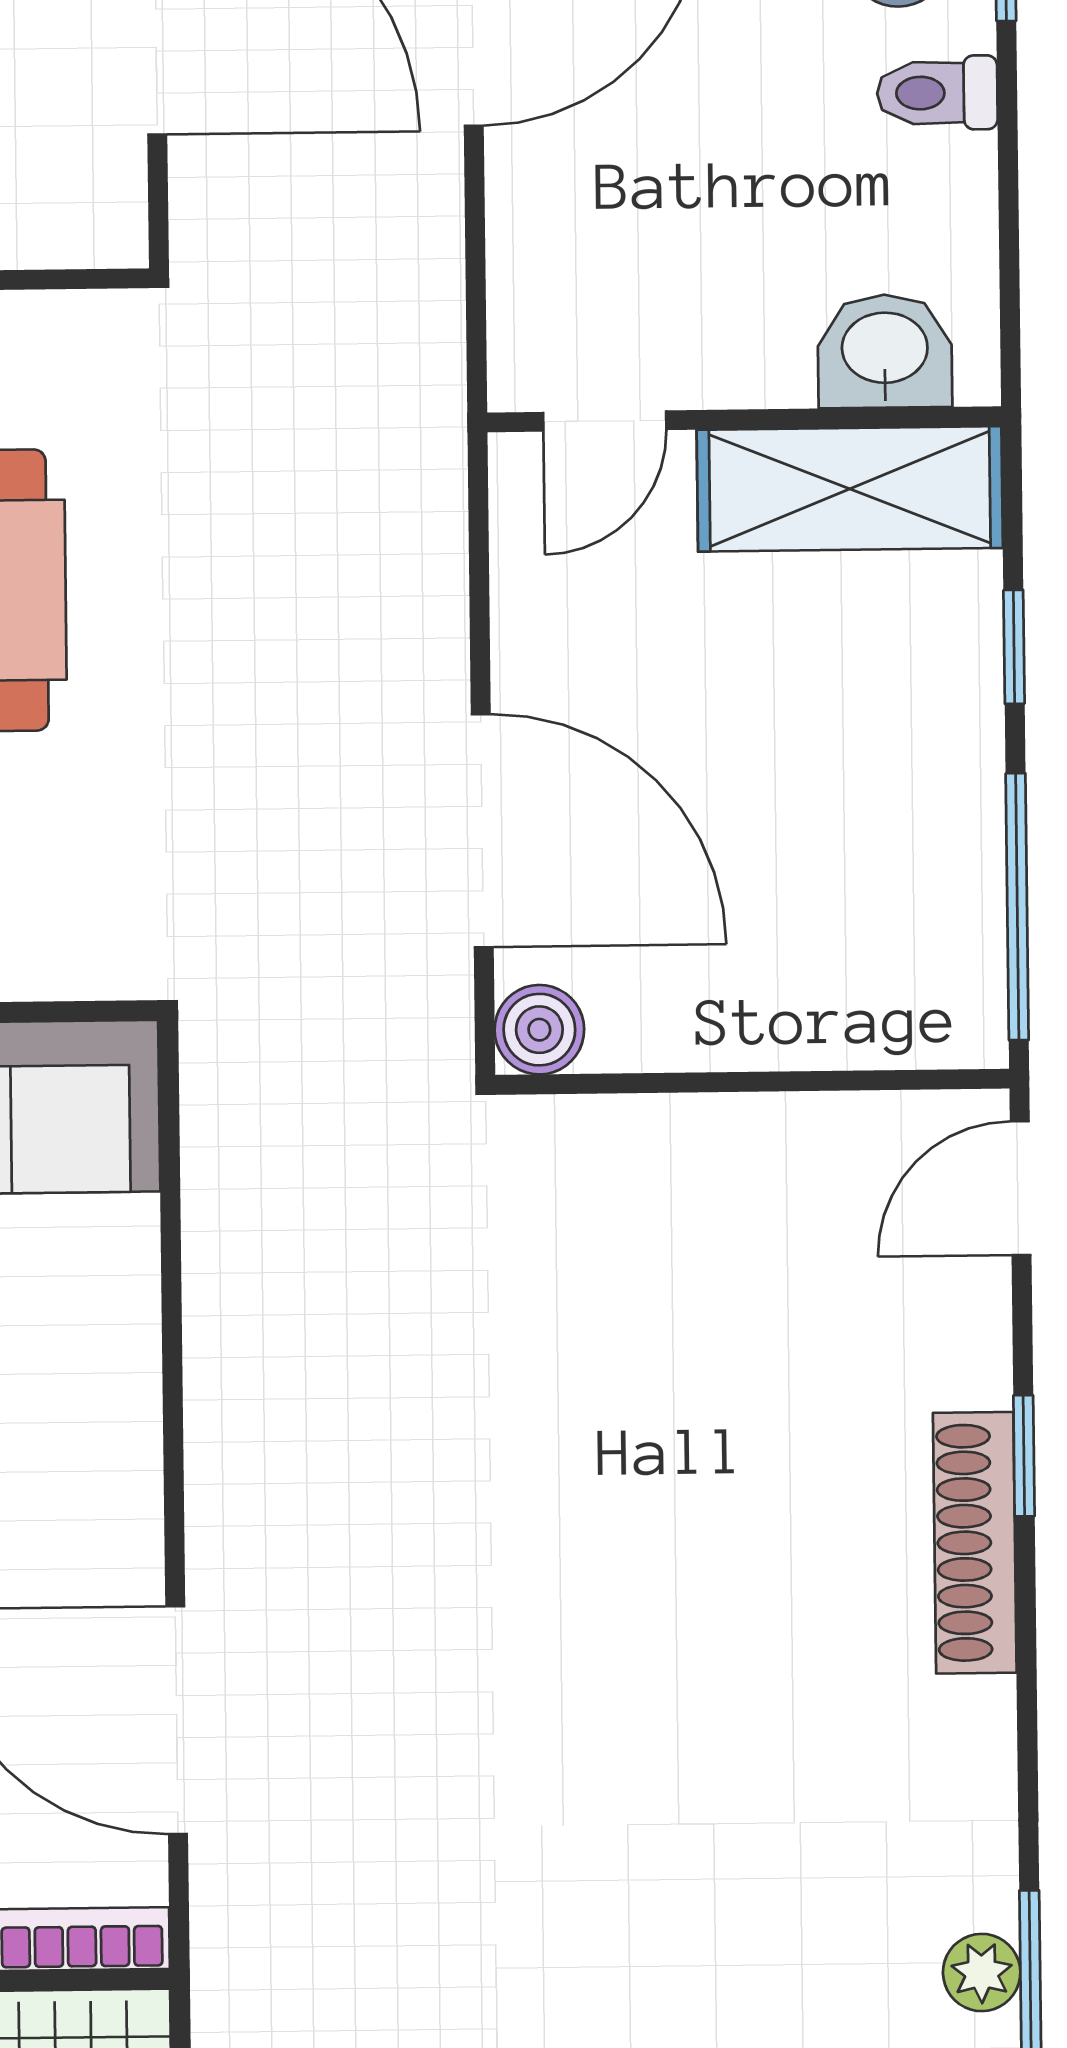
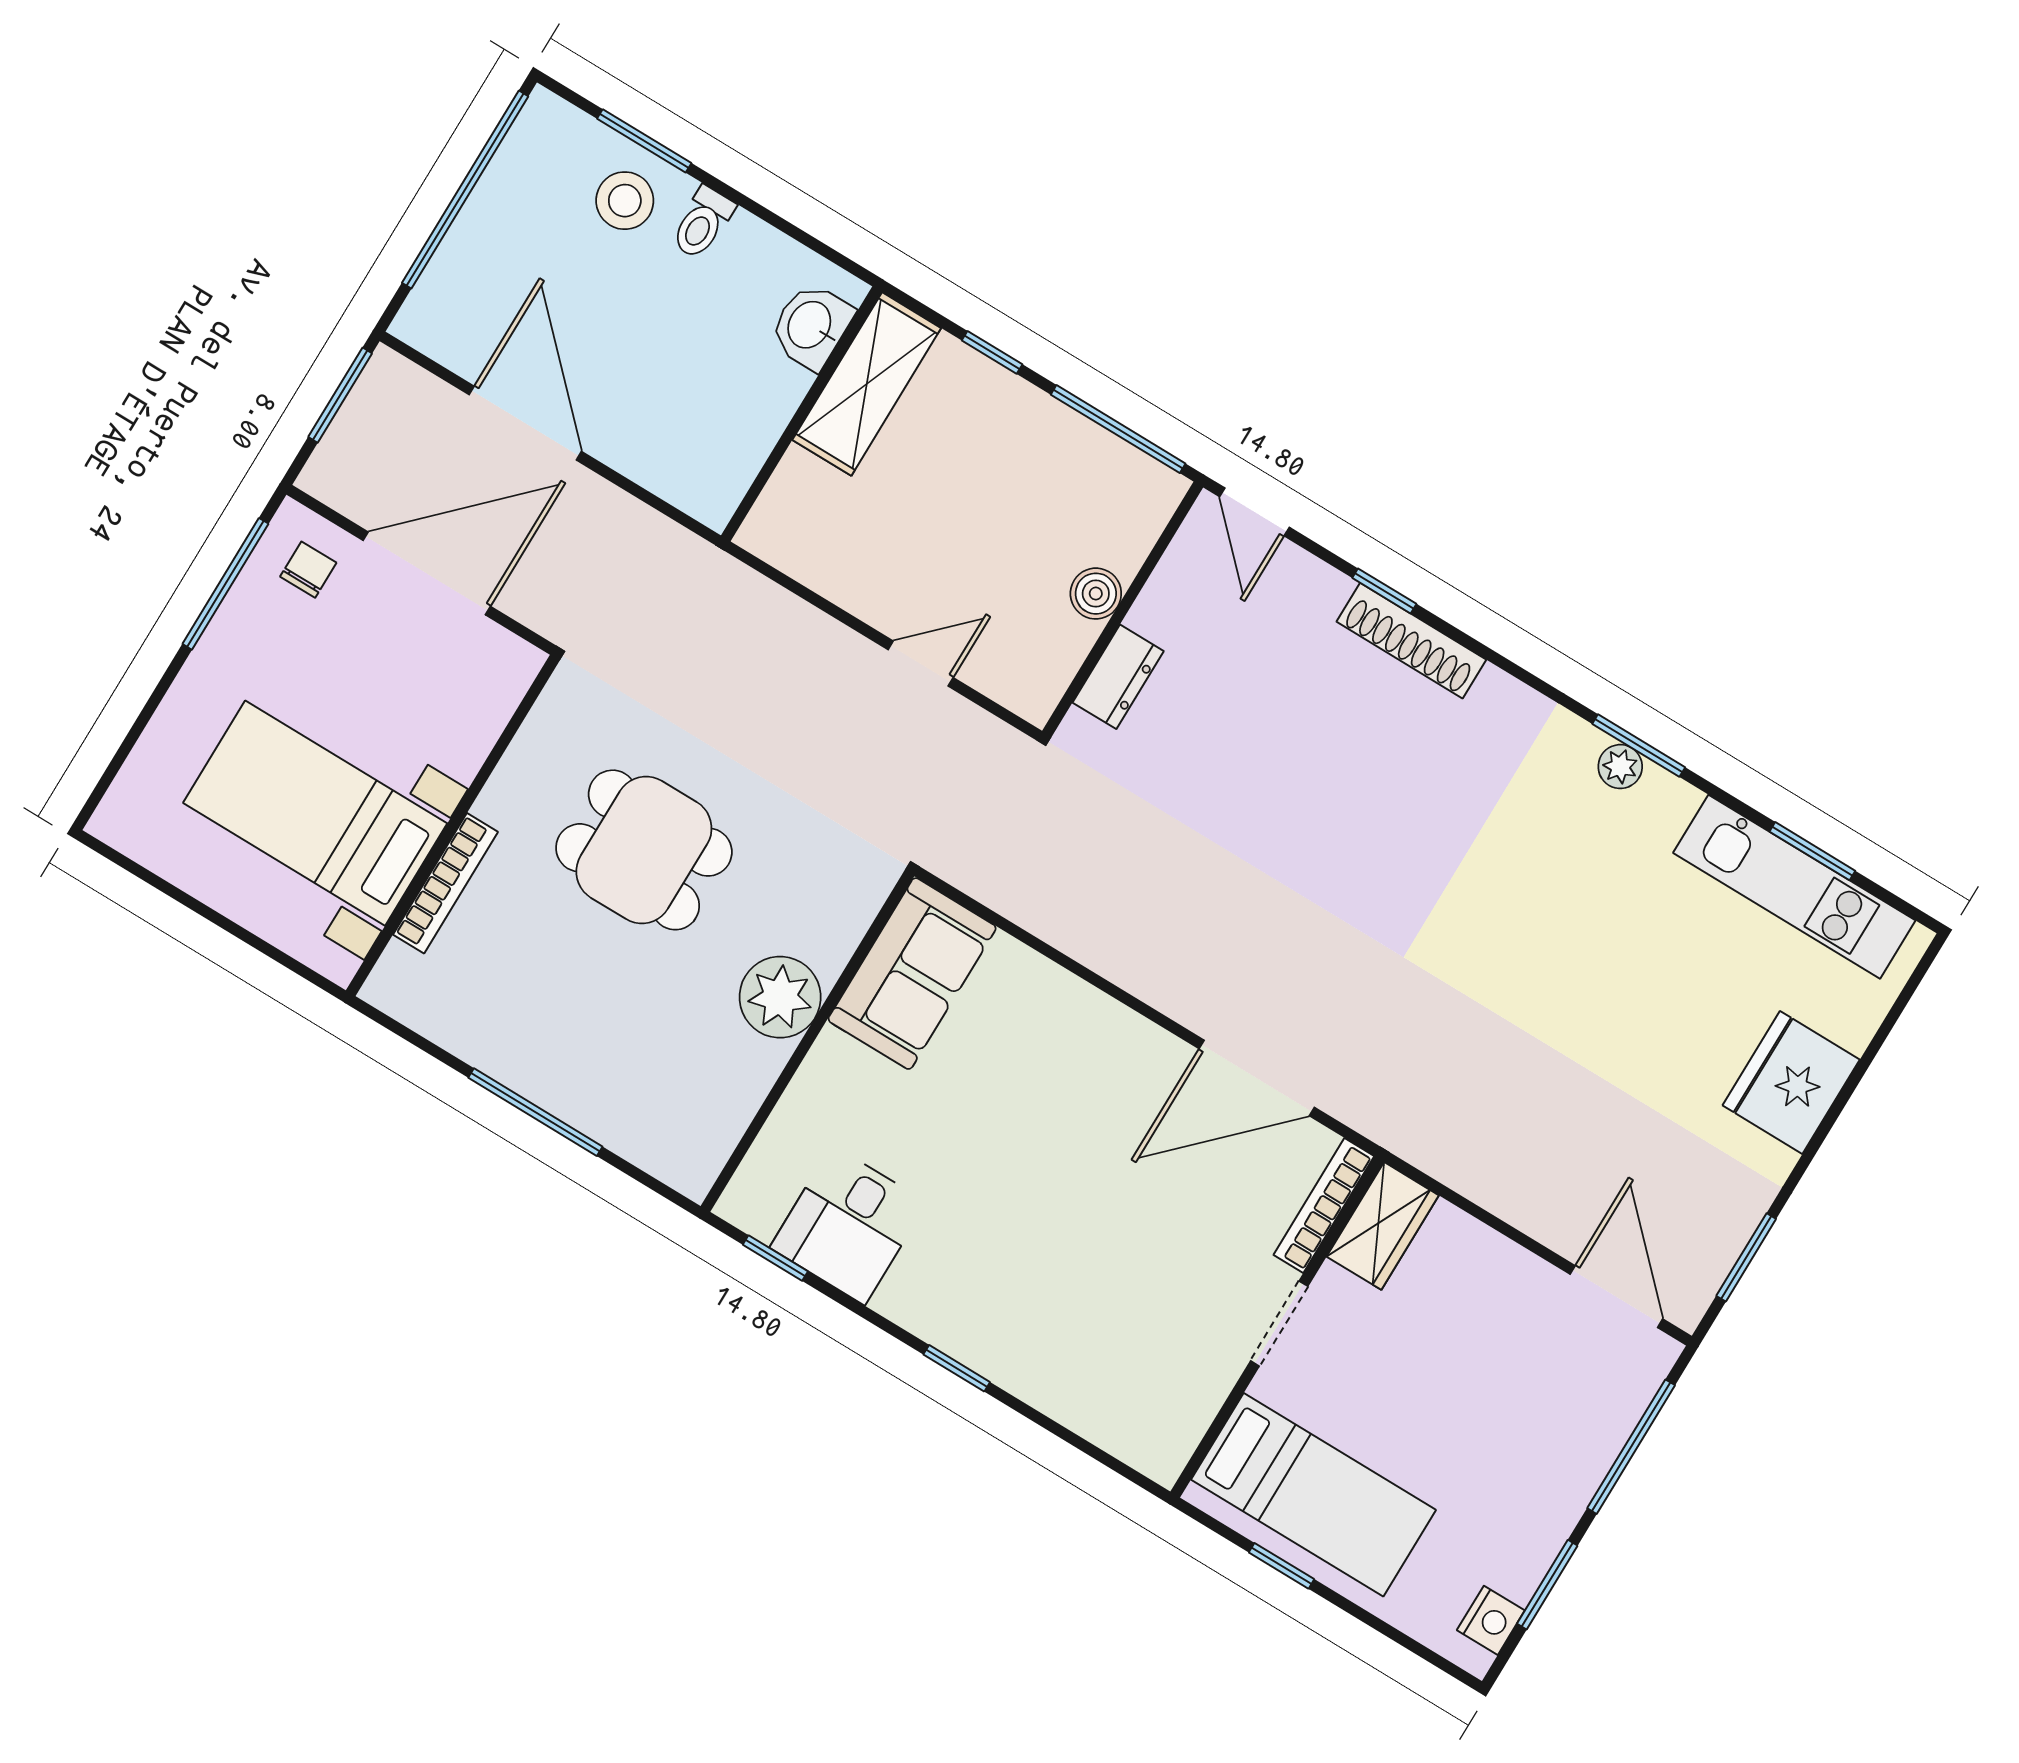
door: (605, 421) -> (760, 481), removed
door: (482, 831) -> (921, 664), width x0.53
boiler: (539, 1030) -> (1096, 594), moved
dresser: (647, 1138) -> (1118, 677), added

